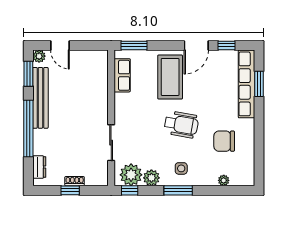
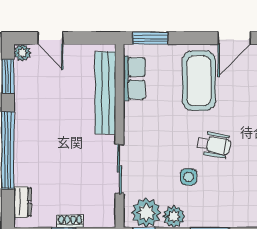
bench: (40, 98) -> (105, 93), moved
wheelchair: (181, 125) -> (214, 145), width x0.73, depth x0.73
side table: (181, 168) -> (189, 177), moved

